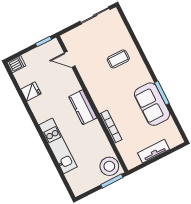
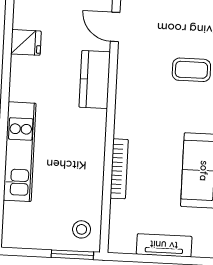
kitchen counter: (83, 107) -> (95, 80), moved
stool: (109, 166) -> (82, 229), width x0.53, depth x0.53

